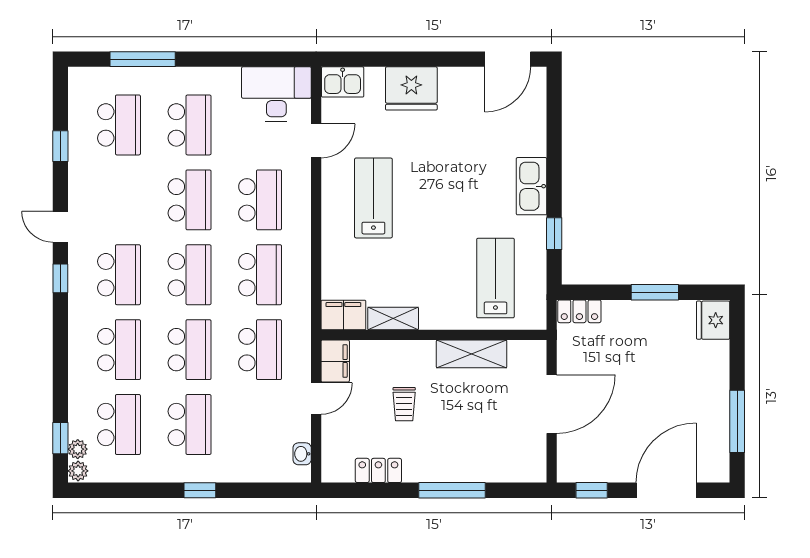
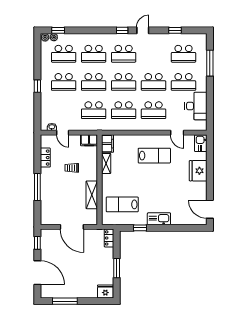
desk: (276, 94) -> (196, 106), moved
lab bench: (495, 278) -> (122, 204), turned 180
door: (316, 399) -> (63, 133), moved

